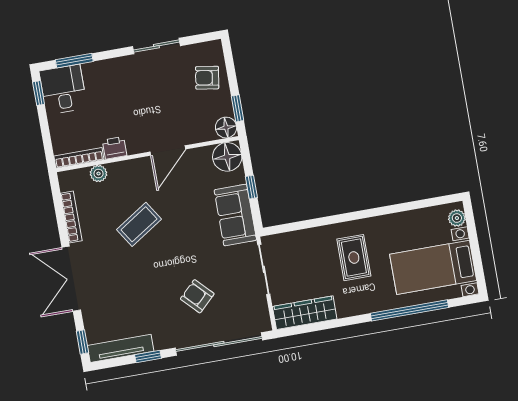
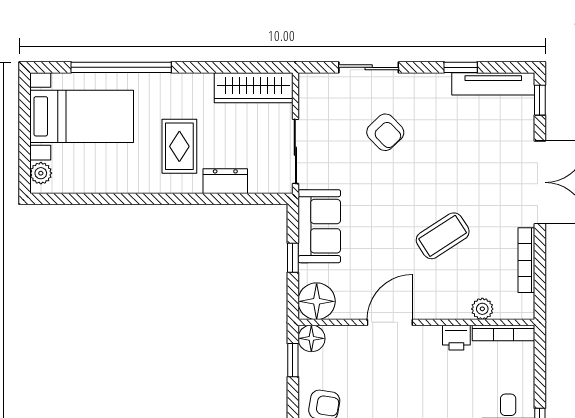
dresser: (314, 237) -> (225, 181), added
sliding door: (219, 344) -> (369, 67), width x0.54

